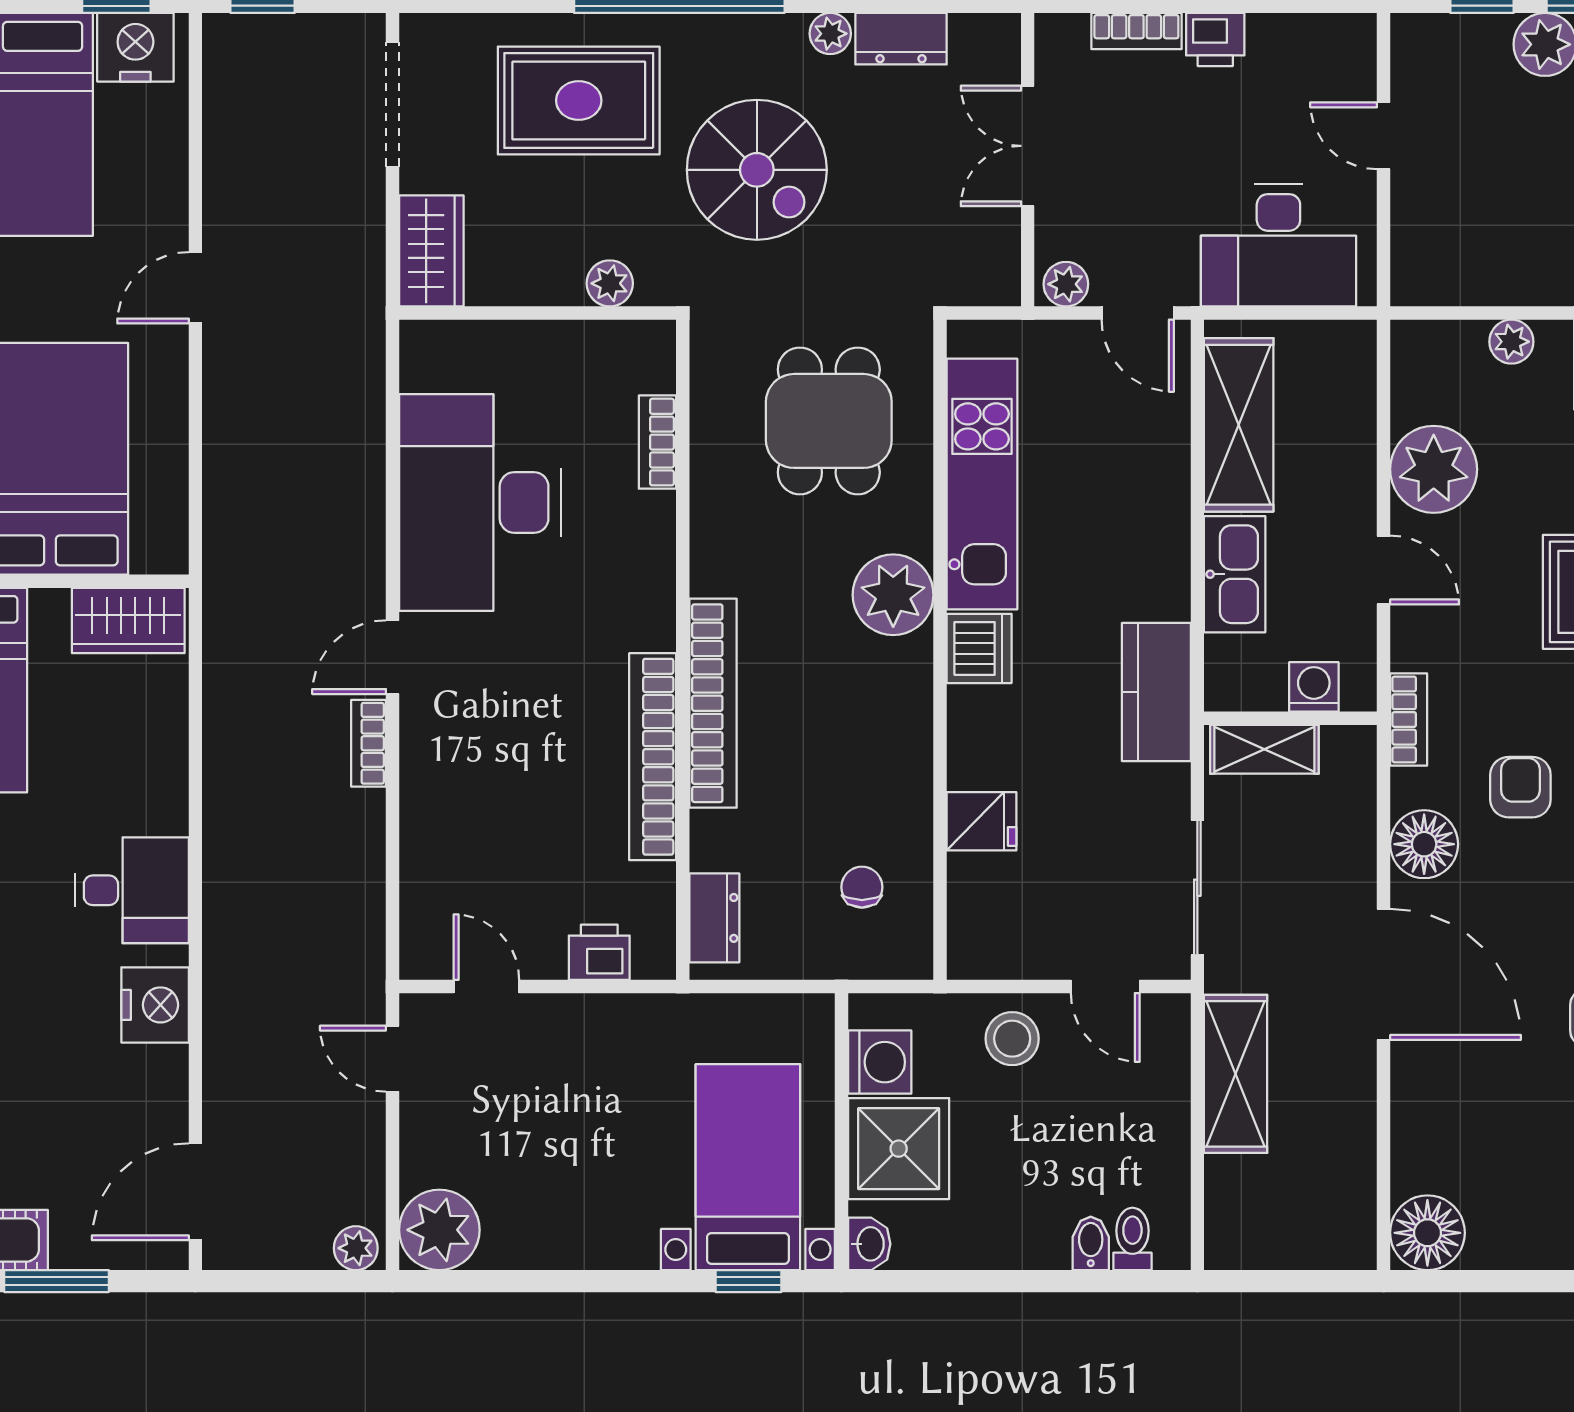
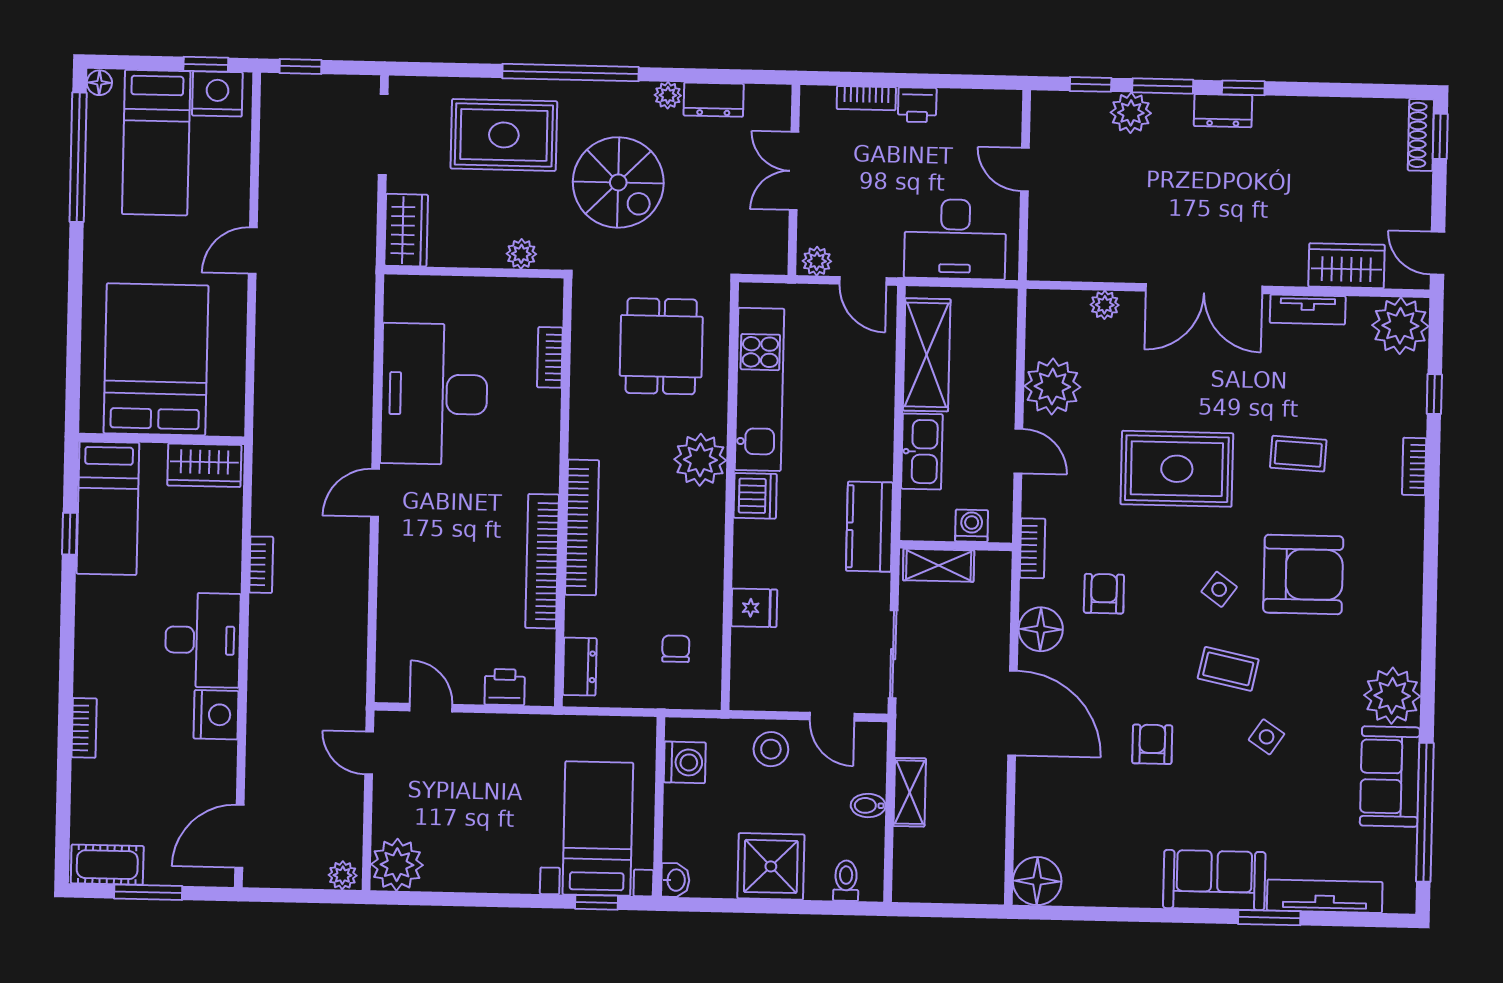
bookcase: (369, 743) -> (261, 565), moved, turned 180
desk: (132, 890) -> (203, 640), width x1.37
shelving: (1236, 1074) -> (910, 792), width x0.67, depth x0.75
shower: (899, 1149) -> (771, 866), moved
bidet: (1091, 1243) -> (868, 805), moved, turned -90

